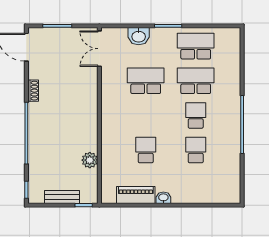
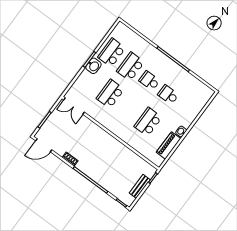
washbasin: (139, 36) -> (93, 66), moved
school desk: (146, 150) -> (148, 122), width x1.85
plant: (90, 160) -> (131, 156), removed

